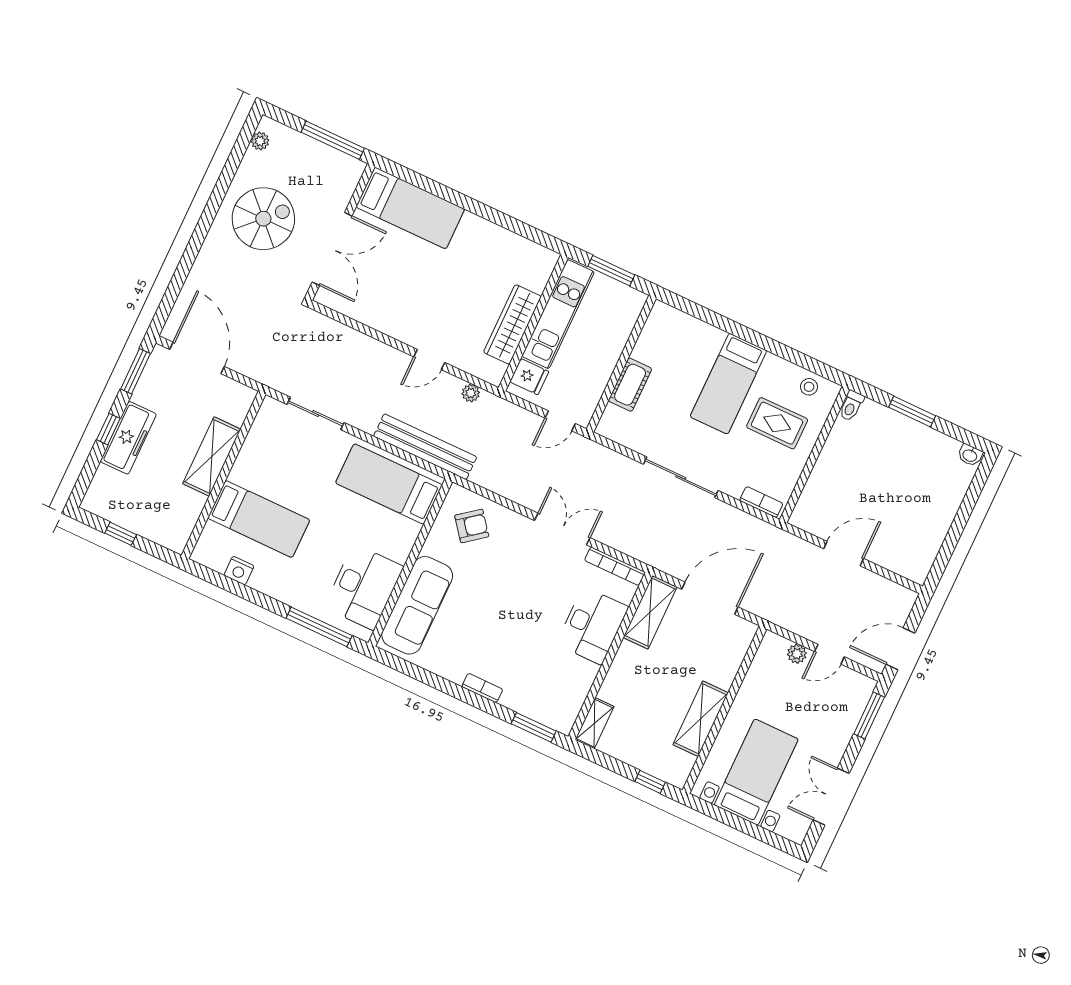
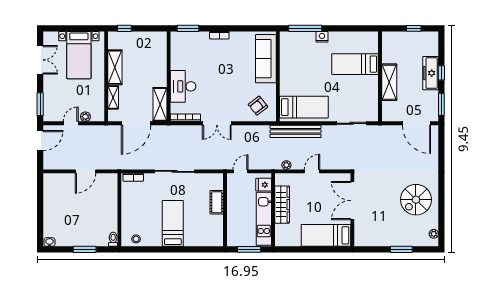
window: (333, 140) -> (401, 249), width x0.69
bed: (410, 208) -> (326, 235), moved
wall: (340, 232) -> (352, 210), moved
double door: (332, 249) -> (352, 201), moved
rug: (777, 423) -> (143, 216), removed
nightstand: (239, 571) -> (322, 37), moved
desk: (364, 587) -> (294, 56), removed
shelving: (595, 723) -> (113, 97), moved

